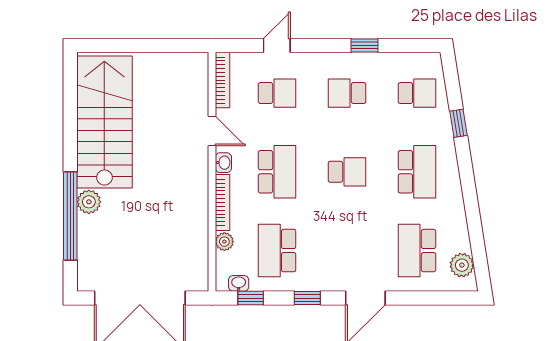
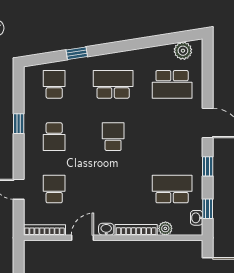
school desk: (277, 172) -> (113, 189), removed
school desk: (277, 251) -> (172, 189), turned 180

